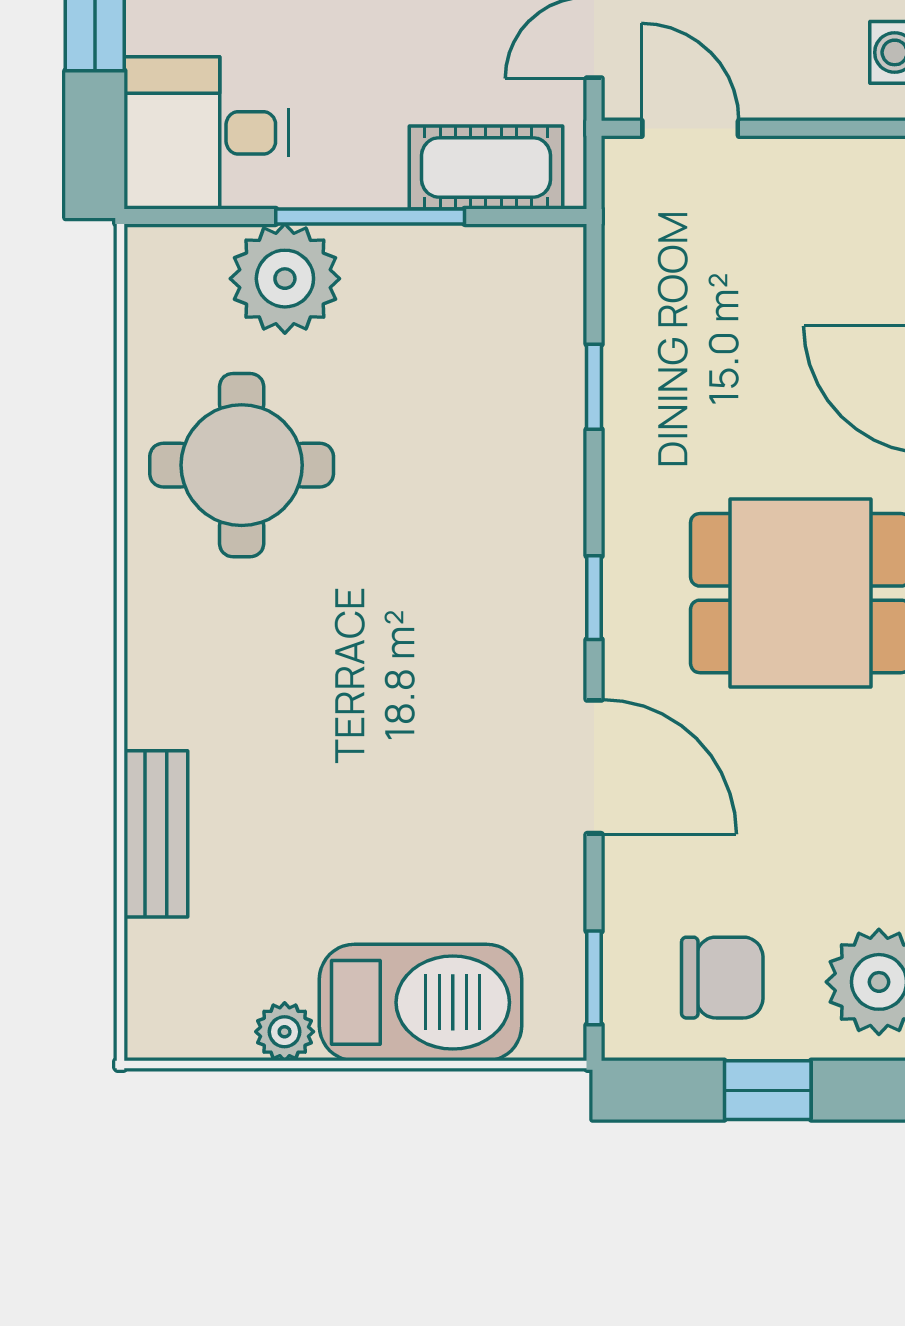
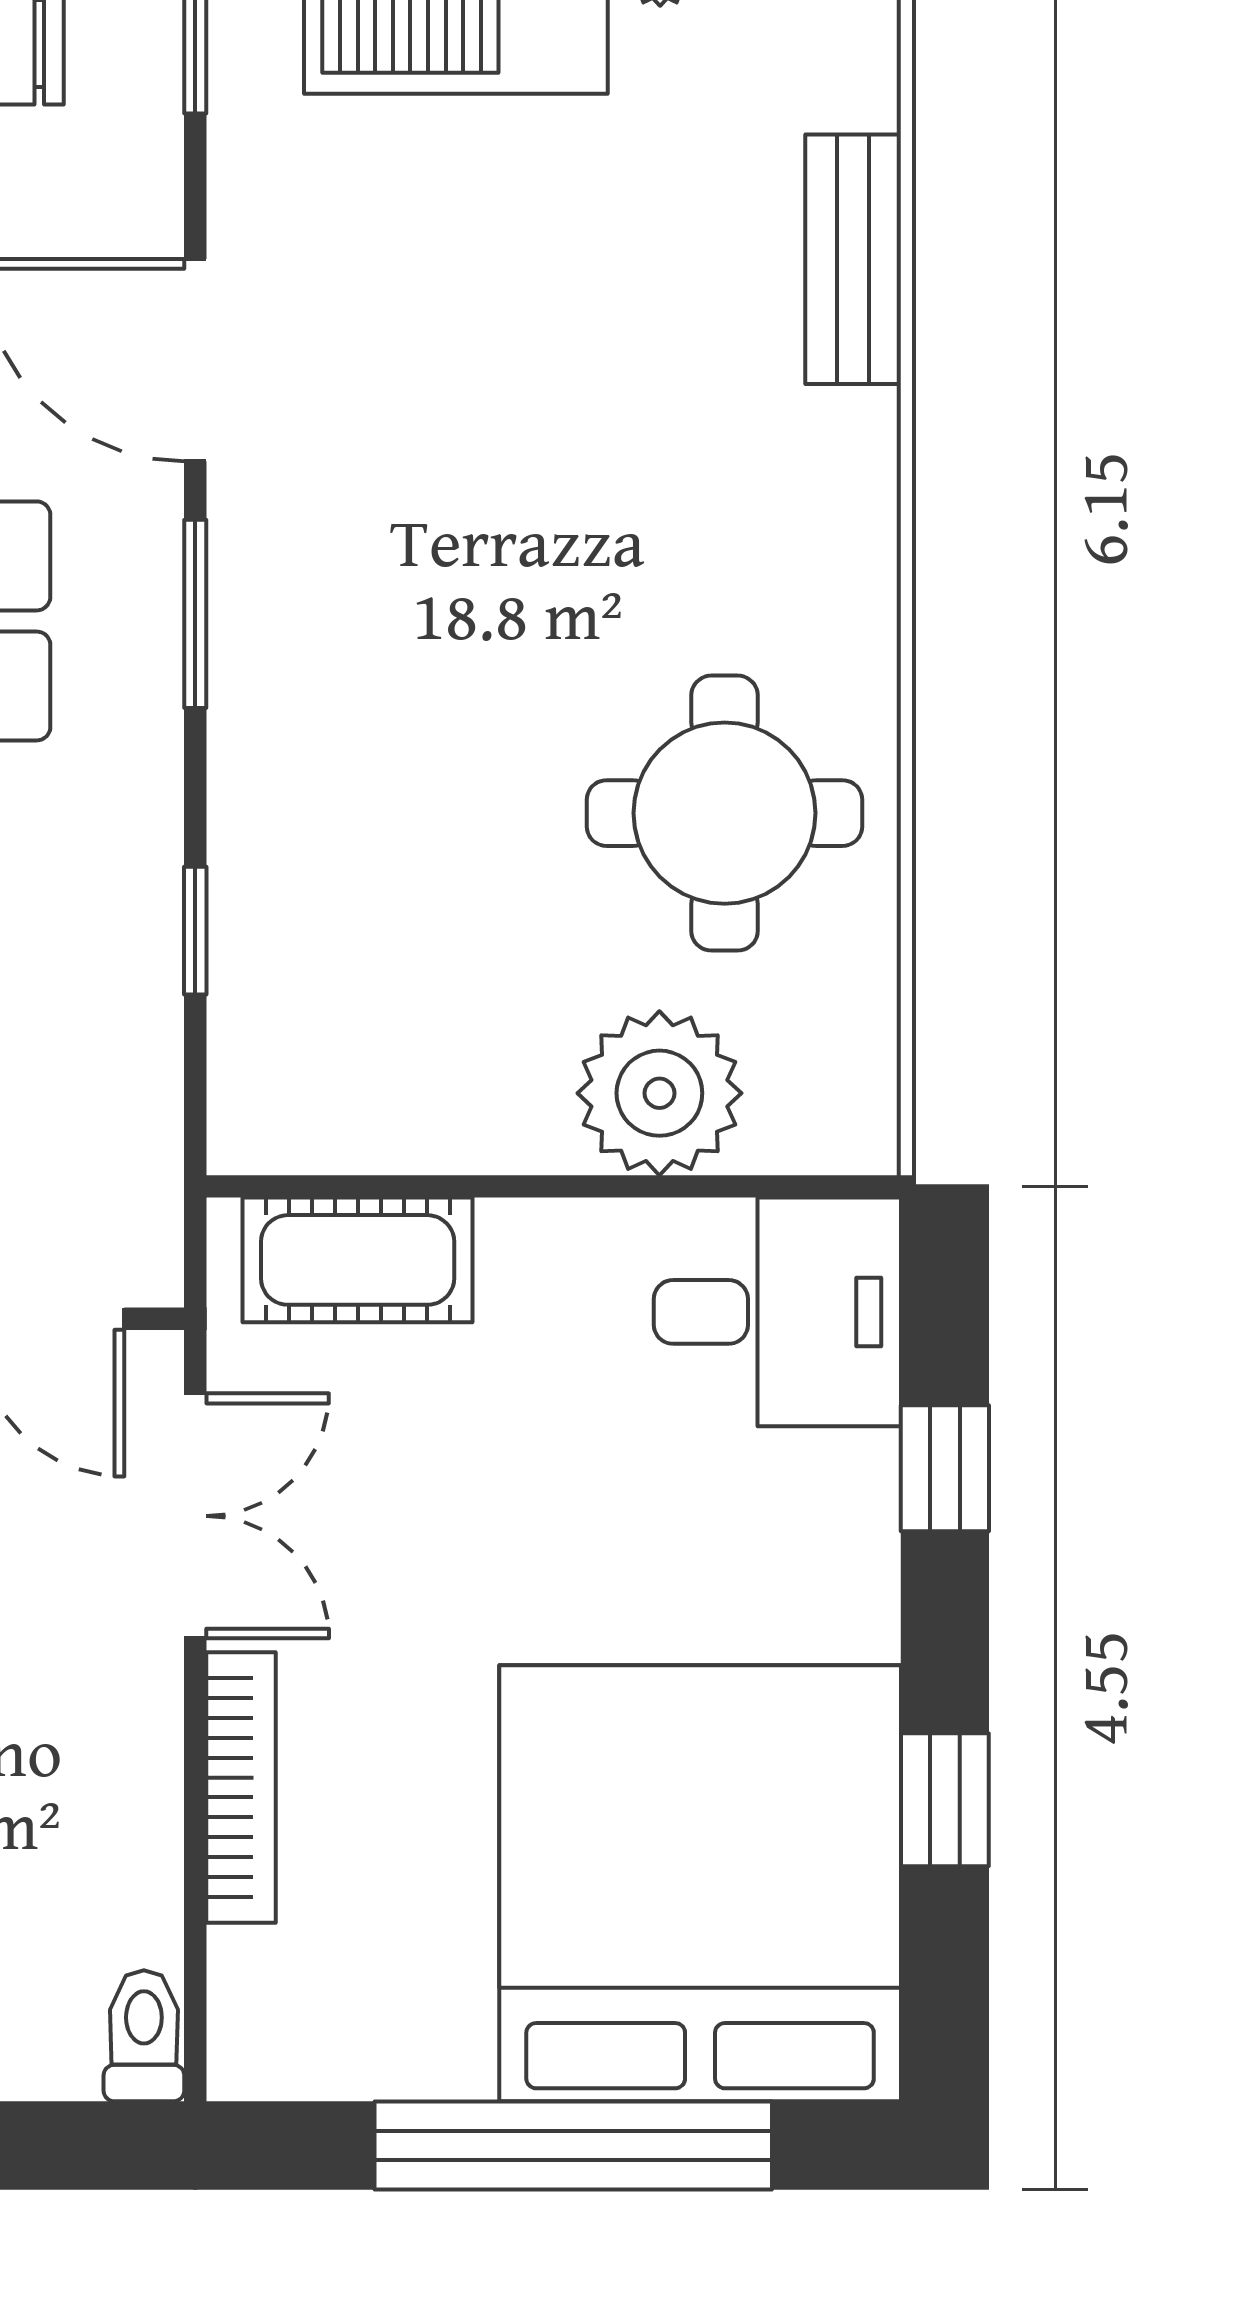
window: (370, 216) -> (532, 1186), removed
window: (594, 598) -> (195, 614), width x1.50

